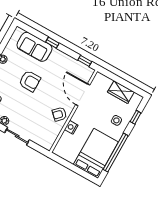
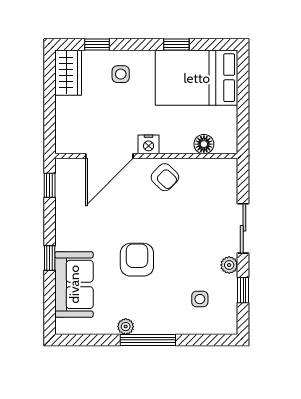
wardrobe: (121, 92) -> (68, 73), moved
nightstand: (71, 127) -> (149, 144), moved
floor lamp: (64, 140) -> (204, 144), added
window: (116, 153) -> (176, 45), width x0.32

